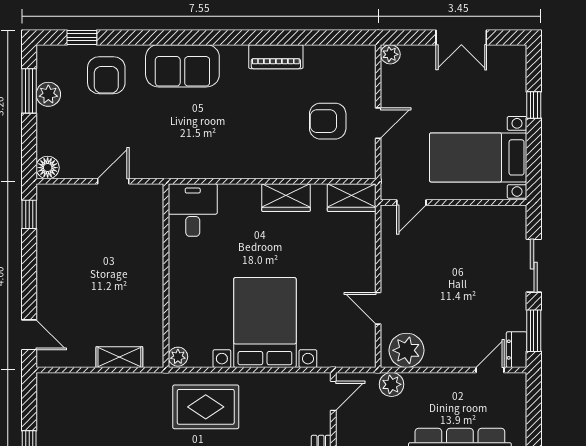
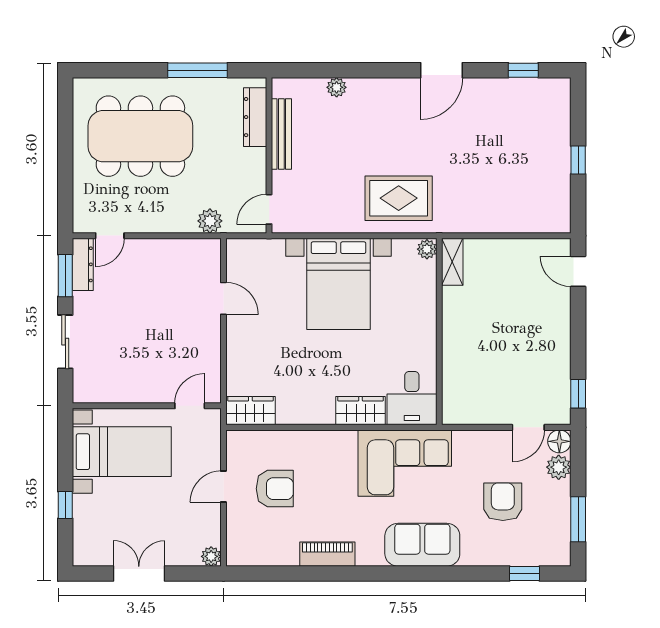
armchair: (106, 75) -> (503, 502), moved
plant: (48, 94) -> (559, 467), moved
corner sofa: (200, 146) -> (405, 463), added
door: (113, 181) -> (528, 427), moved
wardrobe: (286, 198) -> (361, 411), moved
plant: (406, 350) -> (195, 256), removed
dresser: (517, 350) -> (83, 264), width x1.44
shelving: (119, 357) -> (452, 262), moved, turned 90

